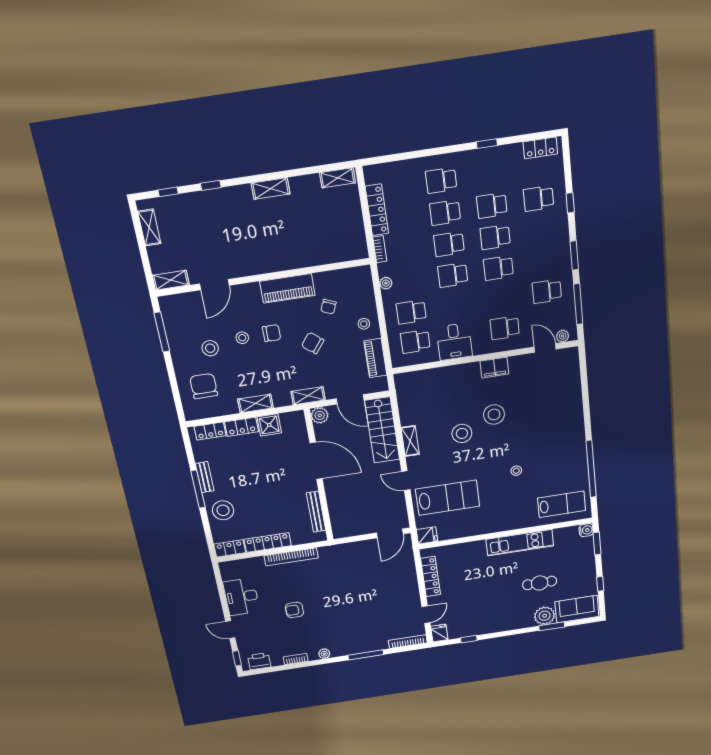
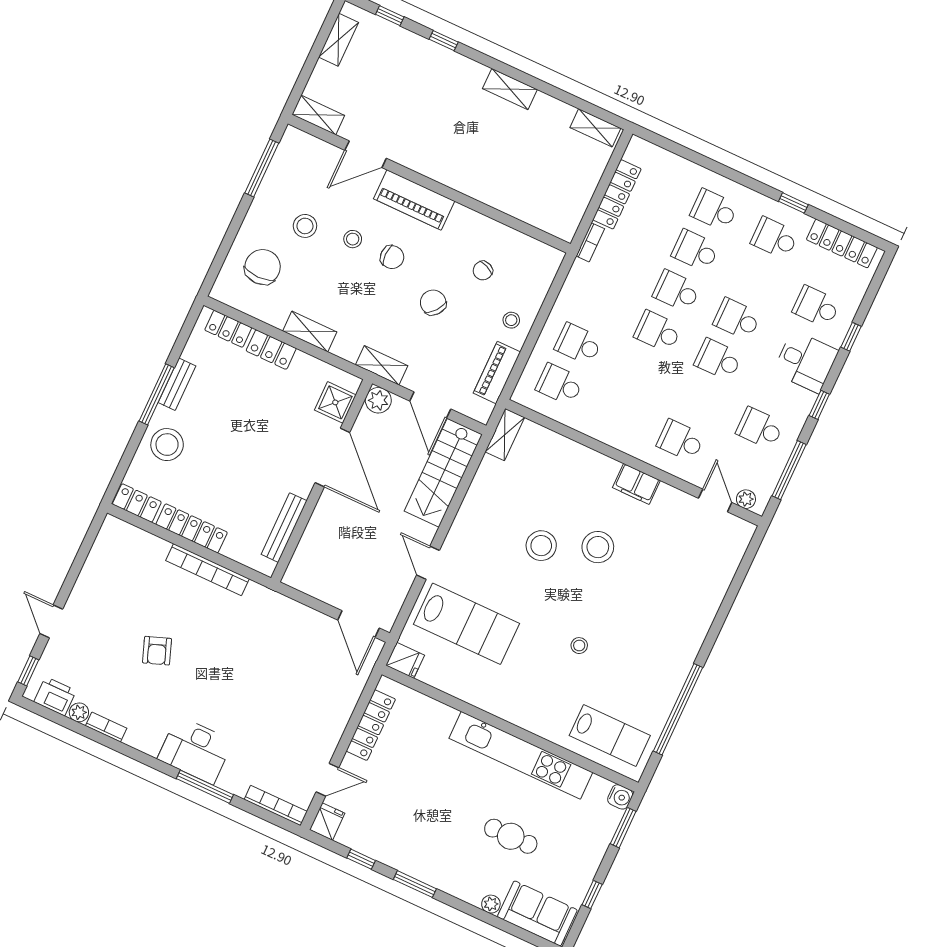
locker: (540, 148) -> (842, 244), width x1.53
school desk: (492, 206) -> (775, 238), moved
window: (574, 255) -> (819, 405), width x0.67
plant: (386, 283) -> (571, 288), removed
piano: (287, 288) -> (414, 200), moved
desk: (454, 342) -> (806, 362), moved, turned -90
shower: (269, 425) -> (335, 402), moved
shelving: (410, 441) -> (505, 435), moved
door: (390, 533) -> (358, 624), hinge flipped
kitchen unit: (520, 543) -> (521, 755), width x1.36
desk: (241, 597) -> (195, 750), moved, turned -90
armchair: (294, 610) -> (157, 651), turned -110
plant: (545, 616) -> (491, 904), width x0.53, depth x0.53
window: (552, 626) -> (415, 884), moved
plant: (324, 654) -> (79, 712), moved

